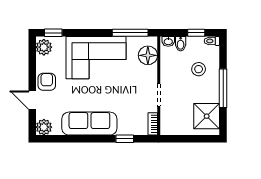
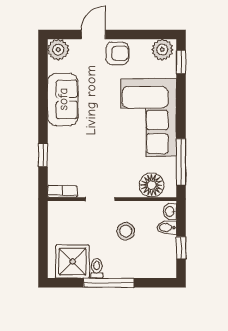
toilet: (212, 41) -> (97, 268), moved
stool: (199, 69) -> (126, 231), moved
sofa: (89, 124) -> (63, 99), width x0.73

